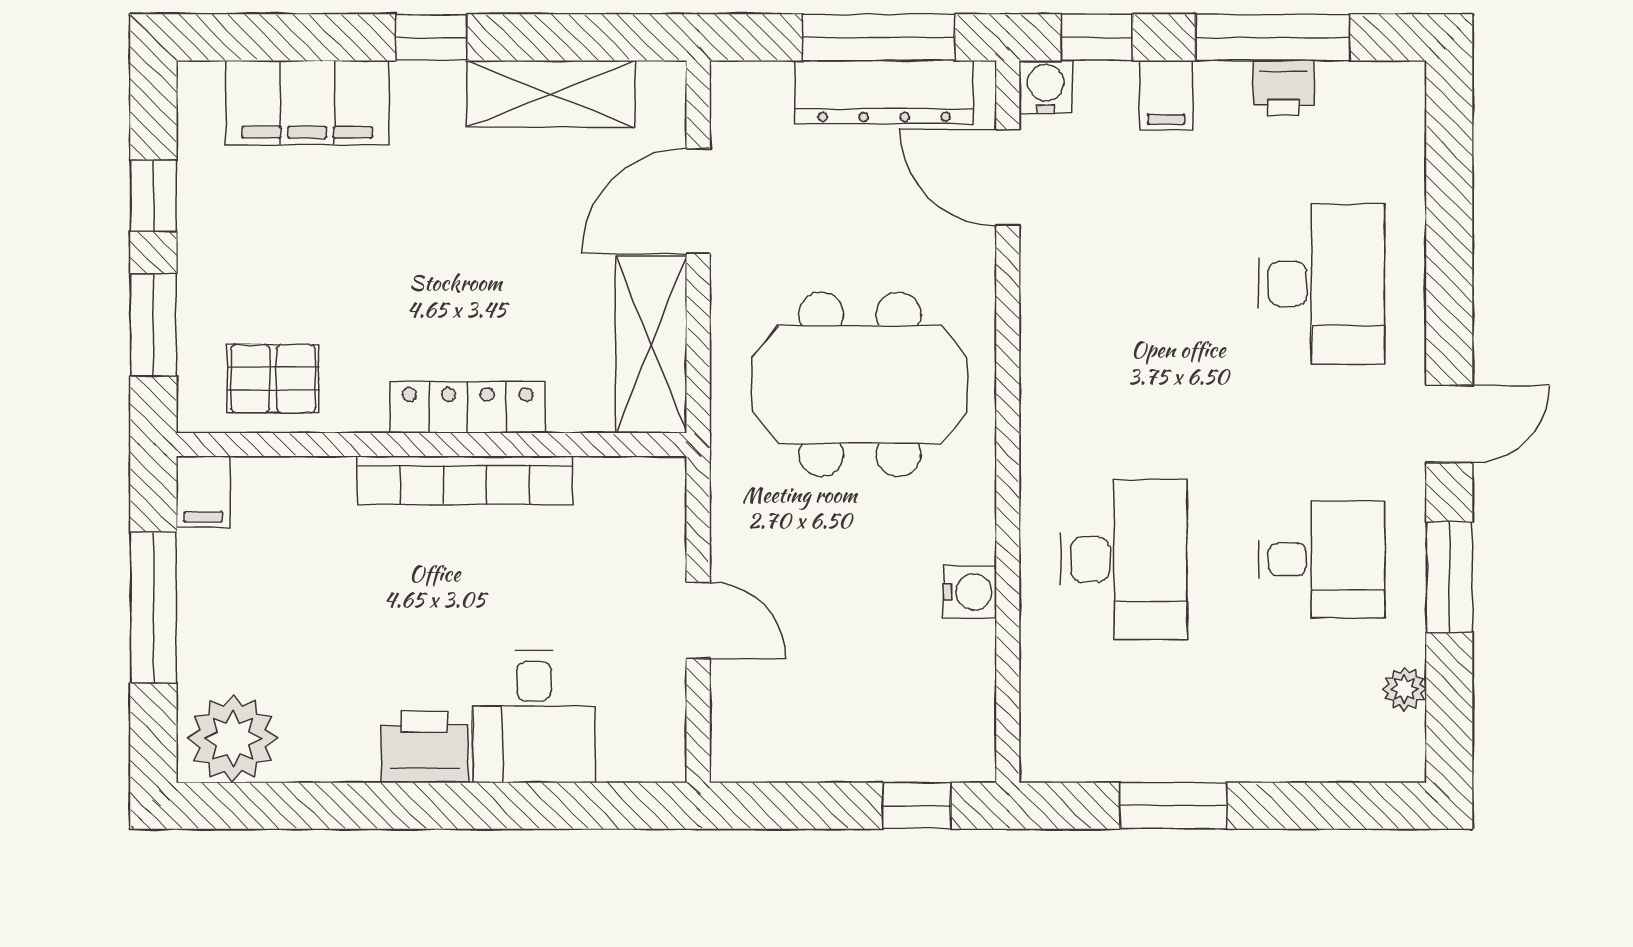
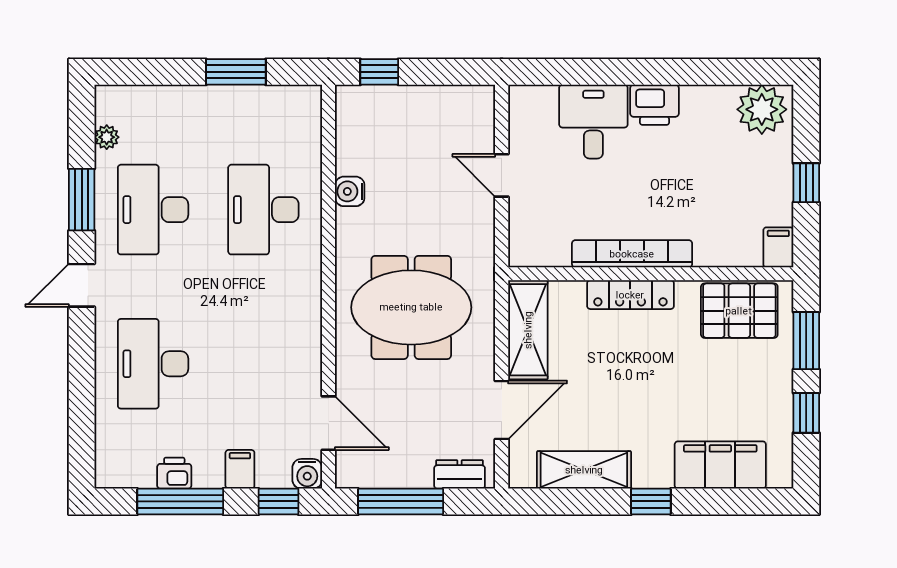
dresser: (884, 92) -> (460, 474), moved, width x0.51, depth x0.80
pallet: (273, 379) -> (739, 311), width x1.50, depth x1.42
desk: (1321, 559) -> (153, 210), width x1.37
window: (153, 607) -> (806, 183), width x0.46

